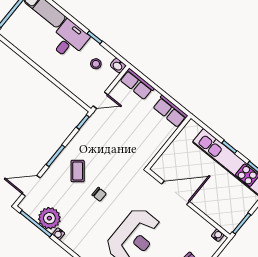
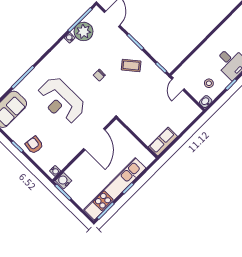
row of seats: (137, 84) -> (188, 116), removed
coffee table: (78, 171) -> (131, 65), moved
water cooler: (228, 224) -> (64, 181), added

